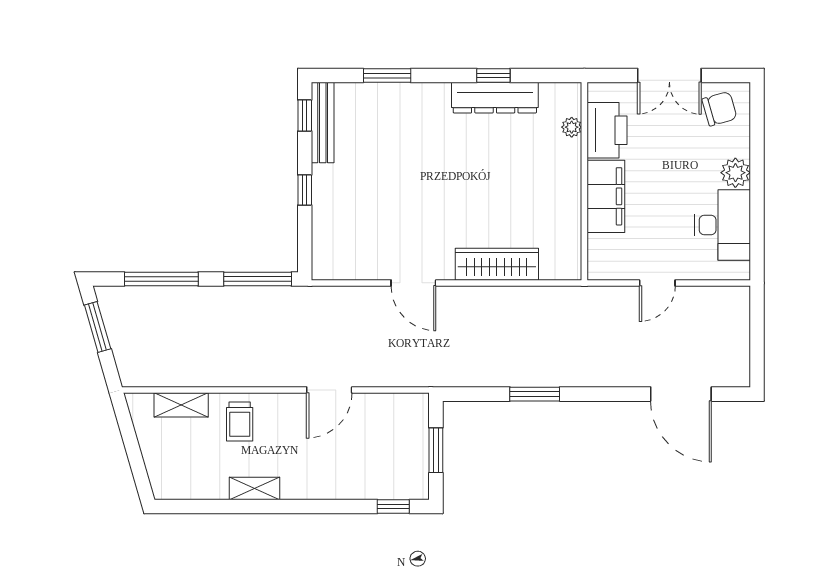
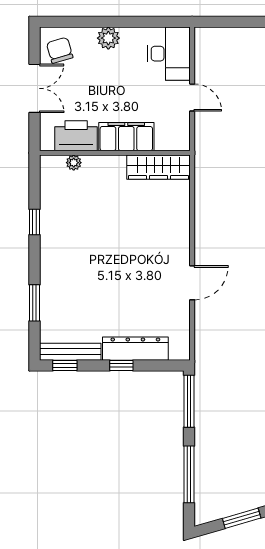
dresser: (495, 98) -> (135, 349), moved, turned -90
desk: (723, 225) -> (169, 54), moved, turned 90
wardrobe: (497, 264) -> (158, 167), moved, turned -90
window: (98, 327) -> (242, 518), moved

